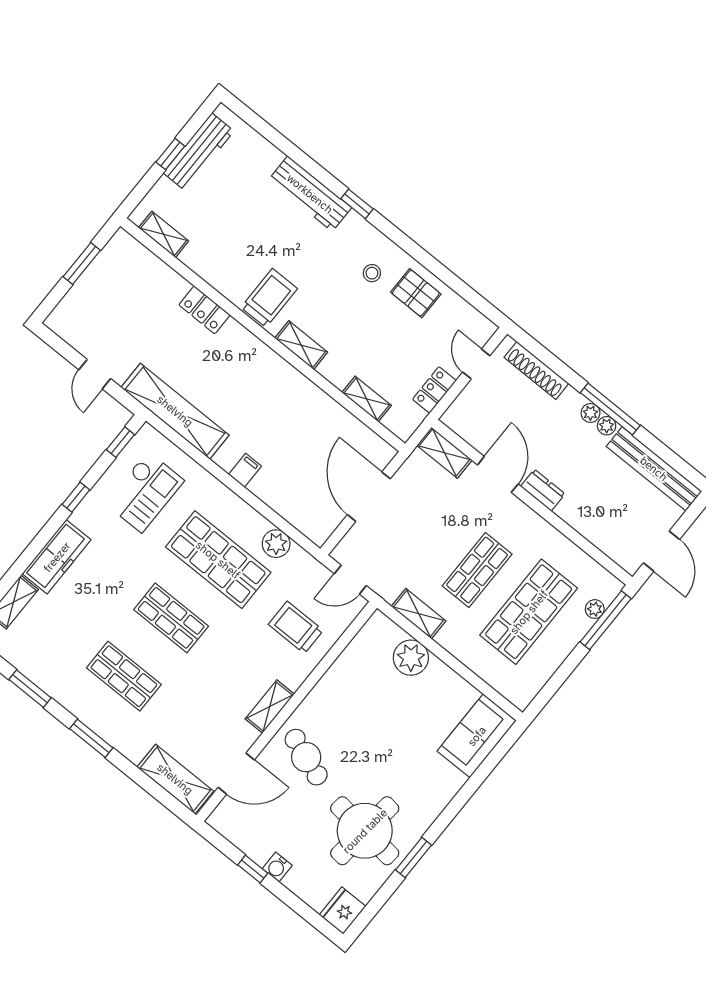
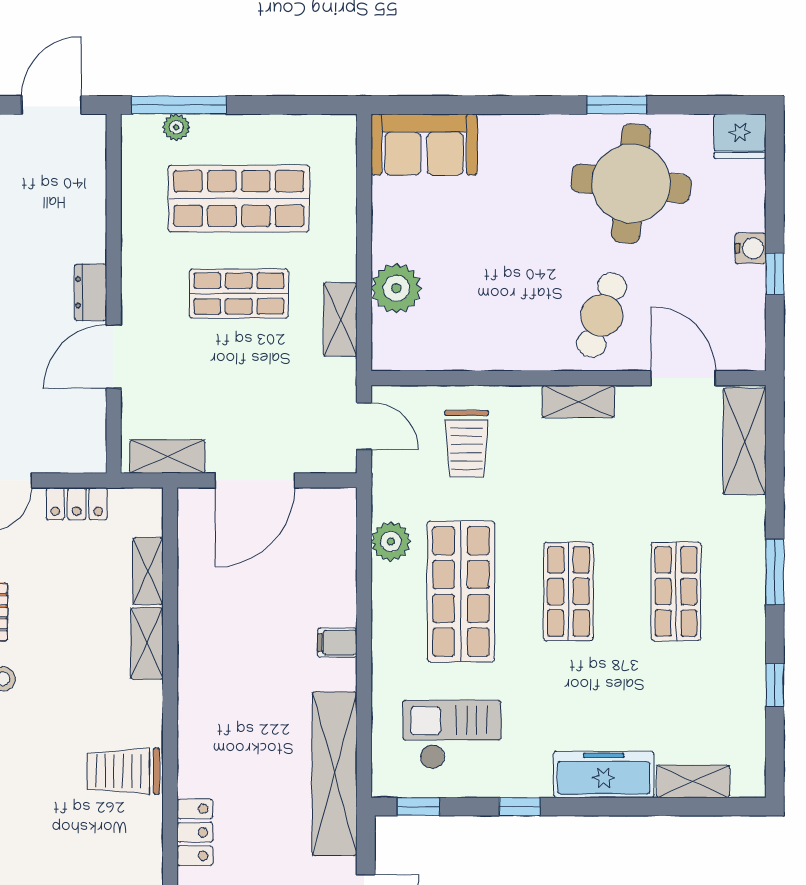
shelving: (301, 345) -> (147, 643), moved
shelving: (444, 453) -> (167, 457), moved, turned 90
window: (30, 689) -> (775, 685), width x0.67

